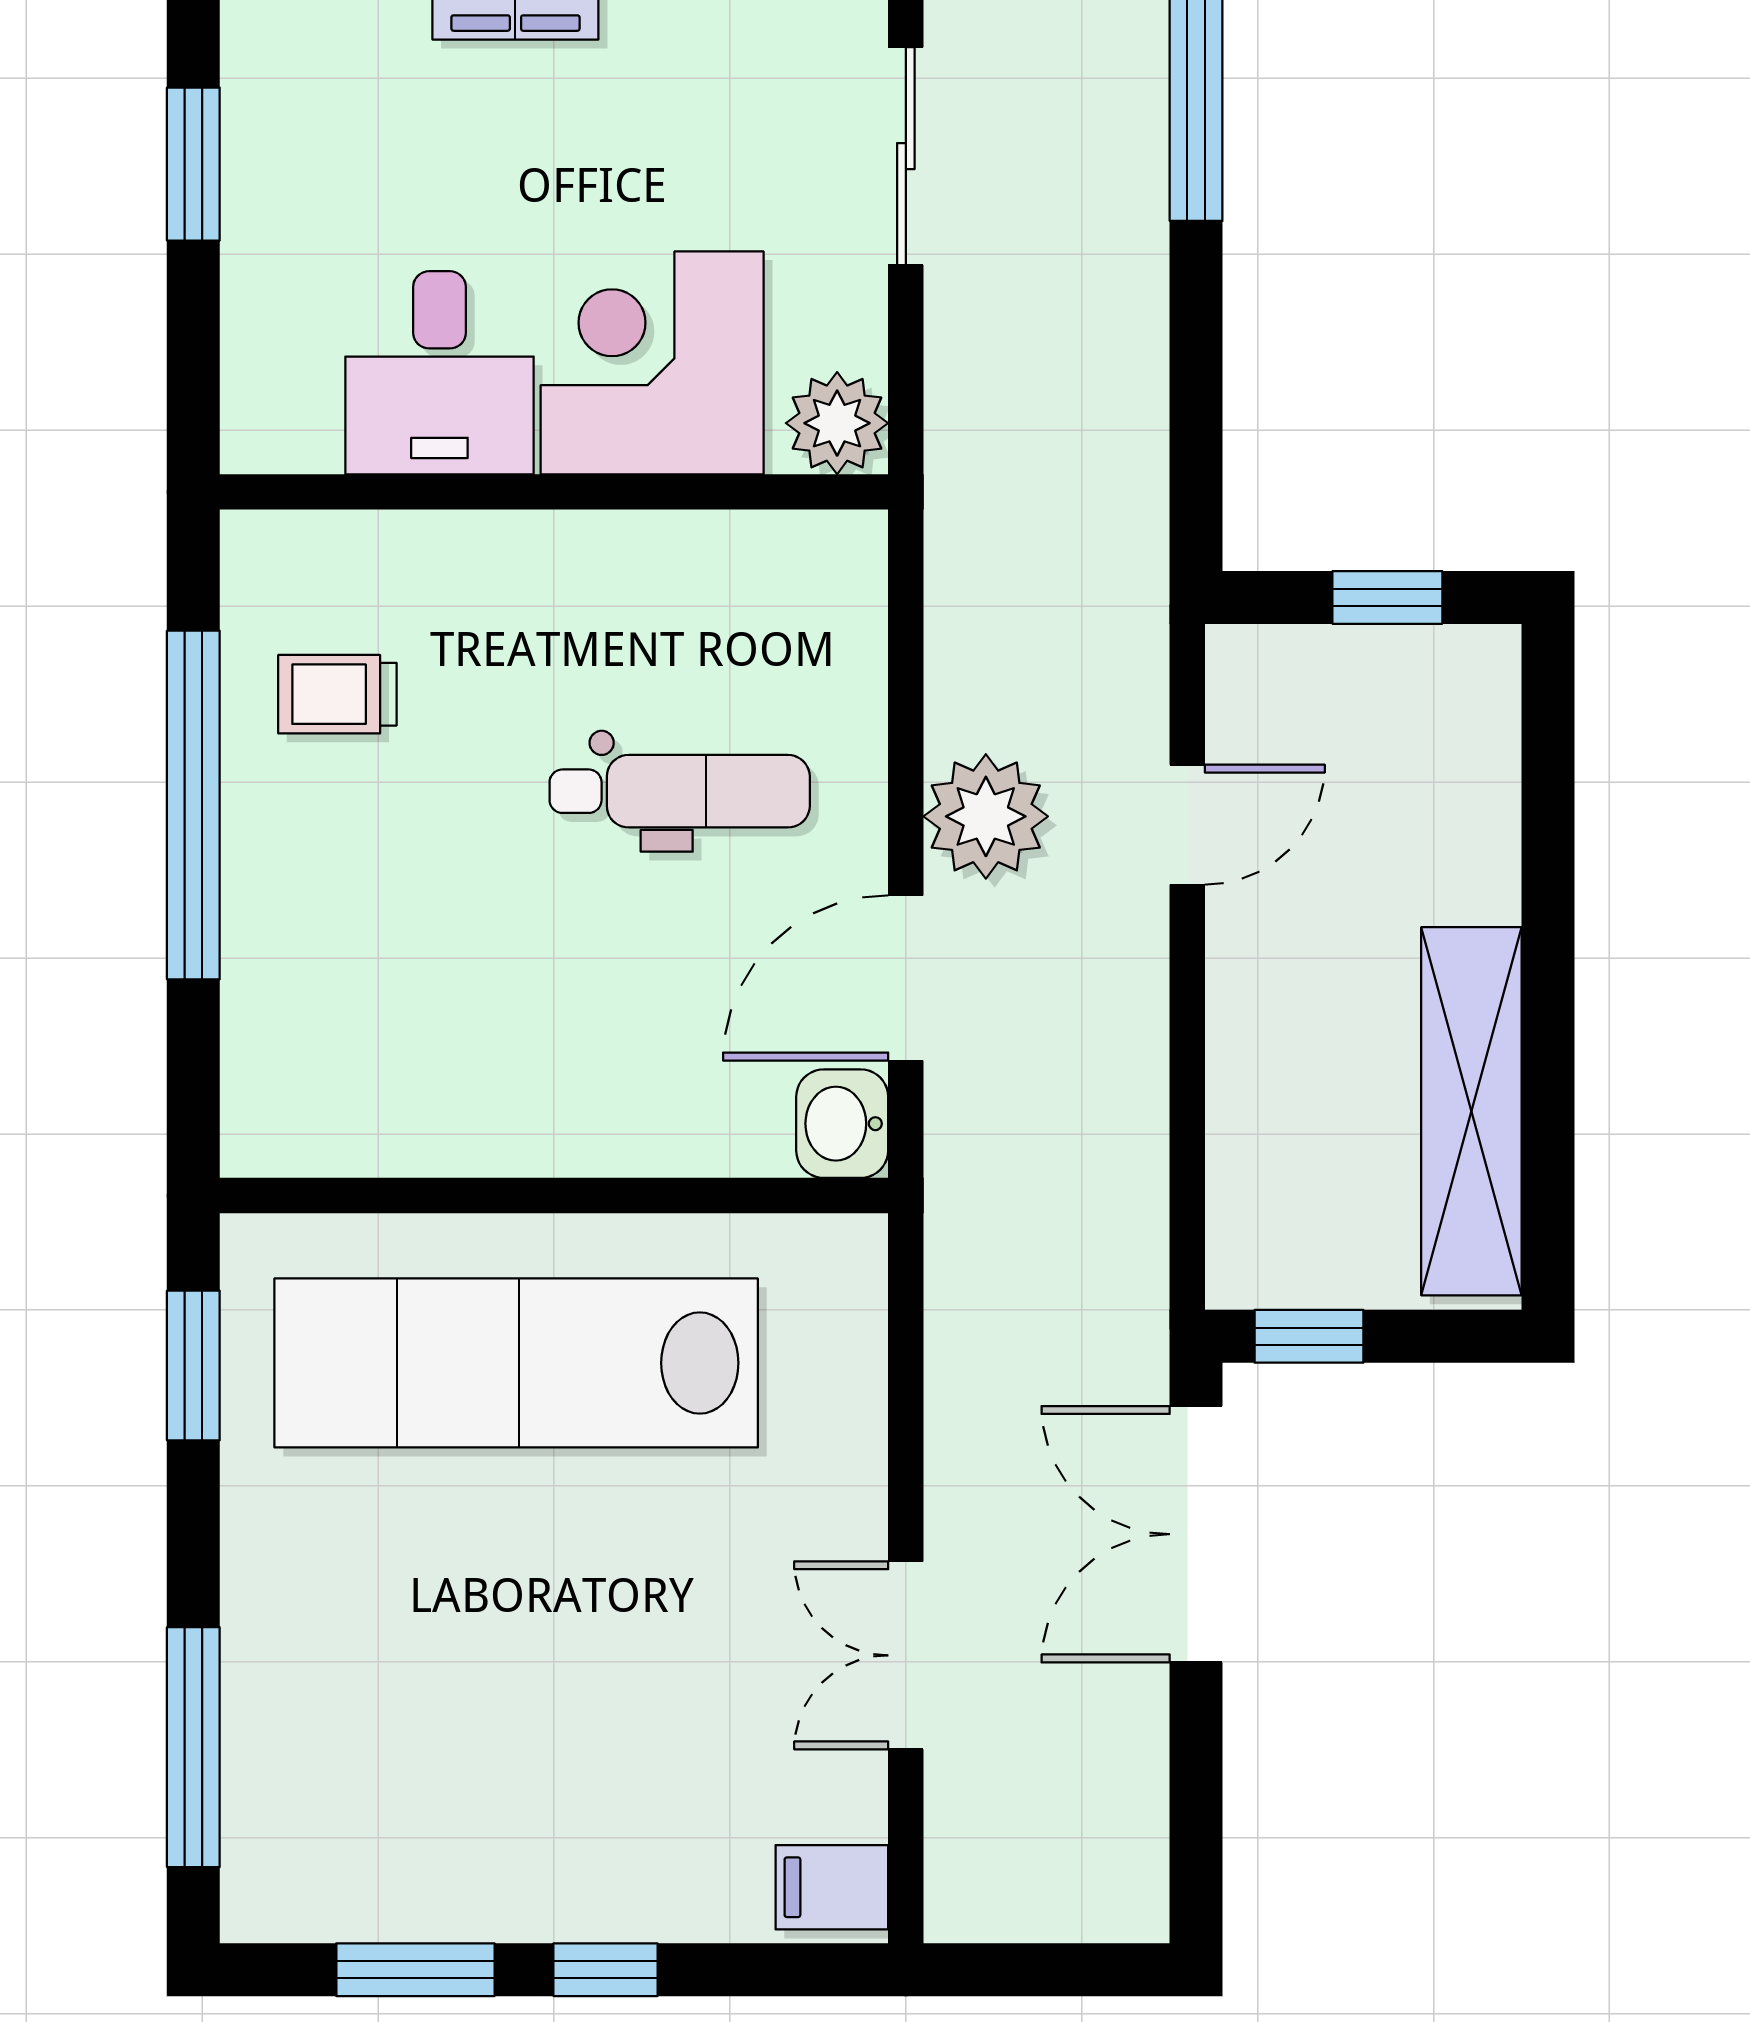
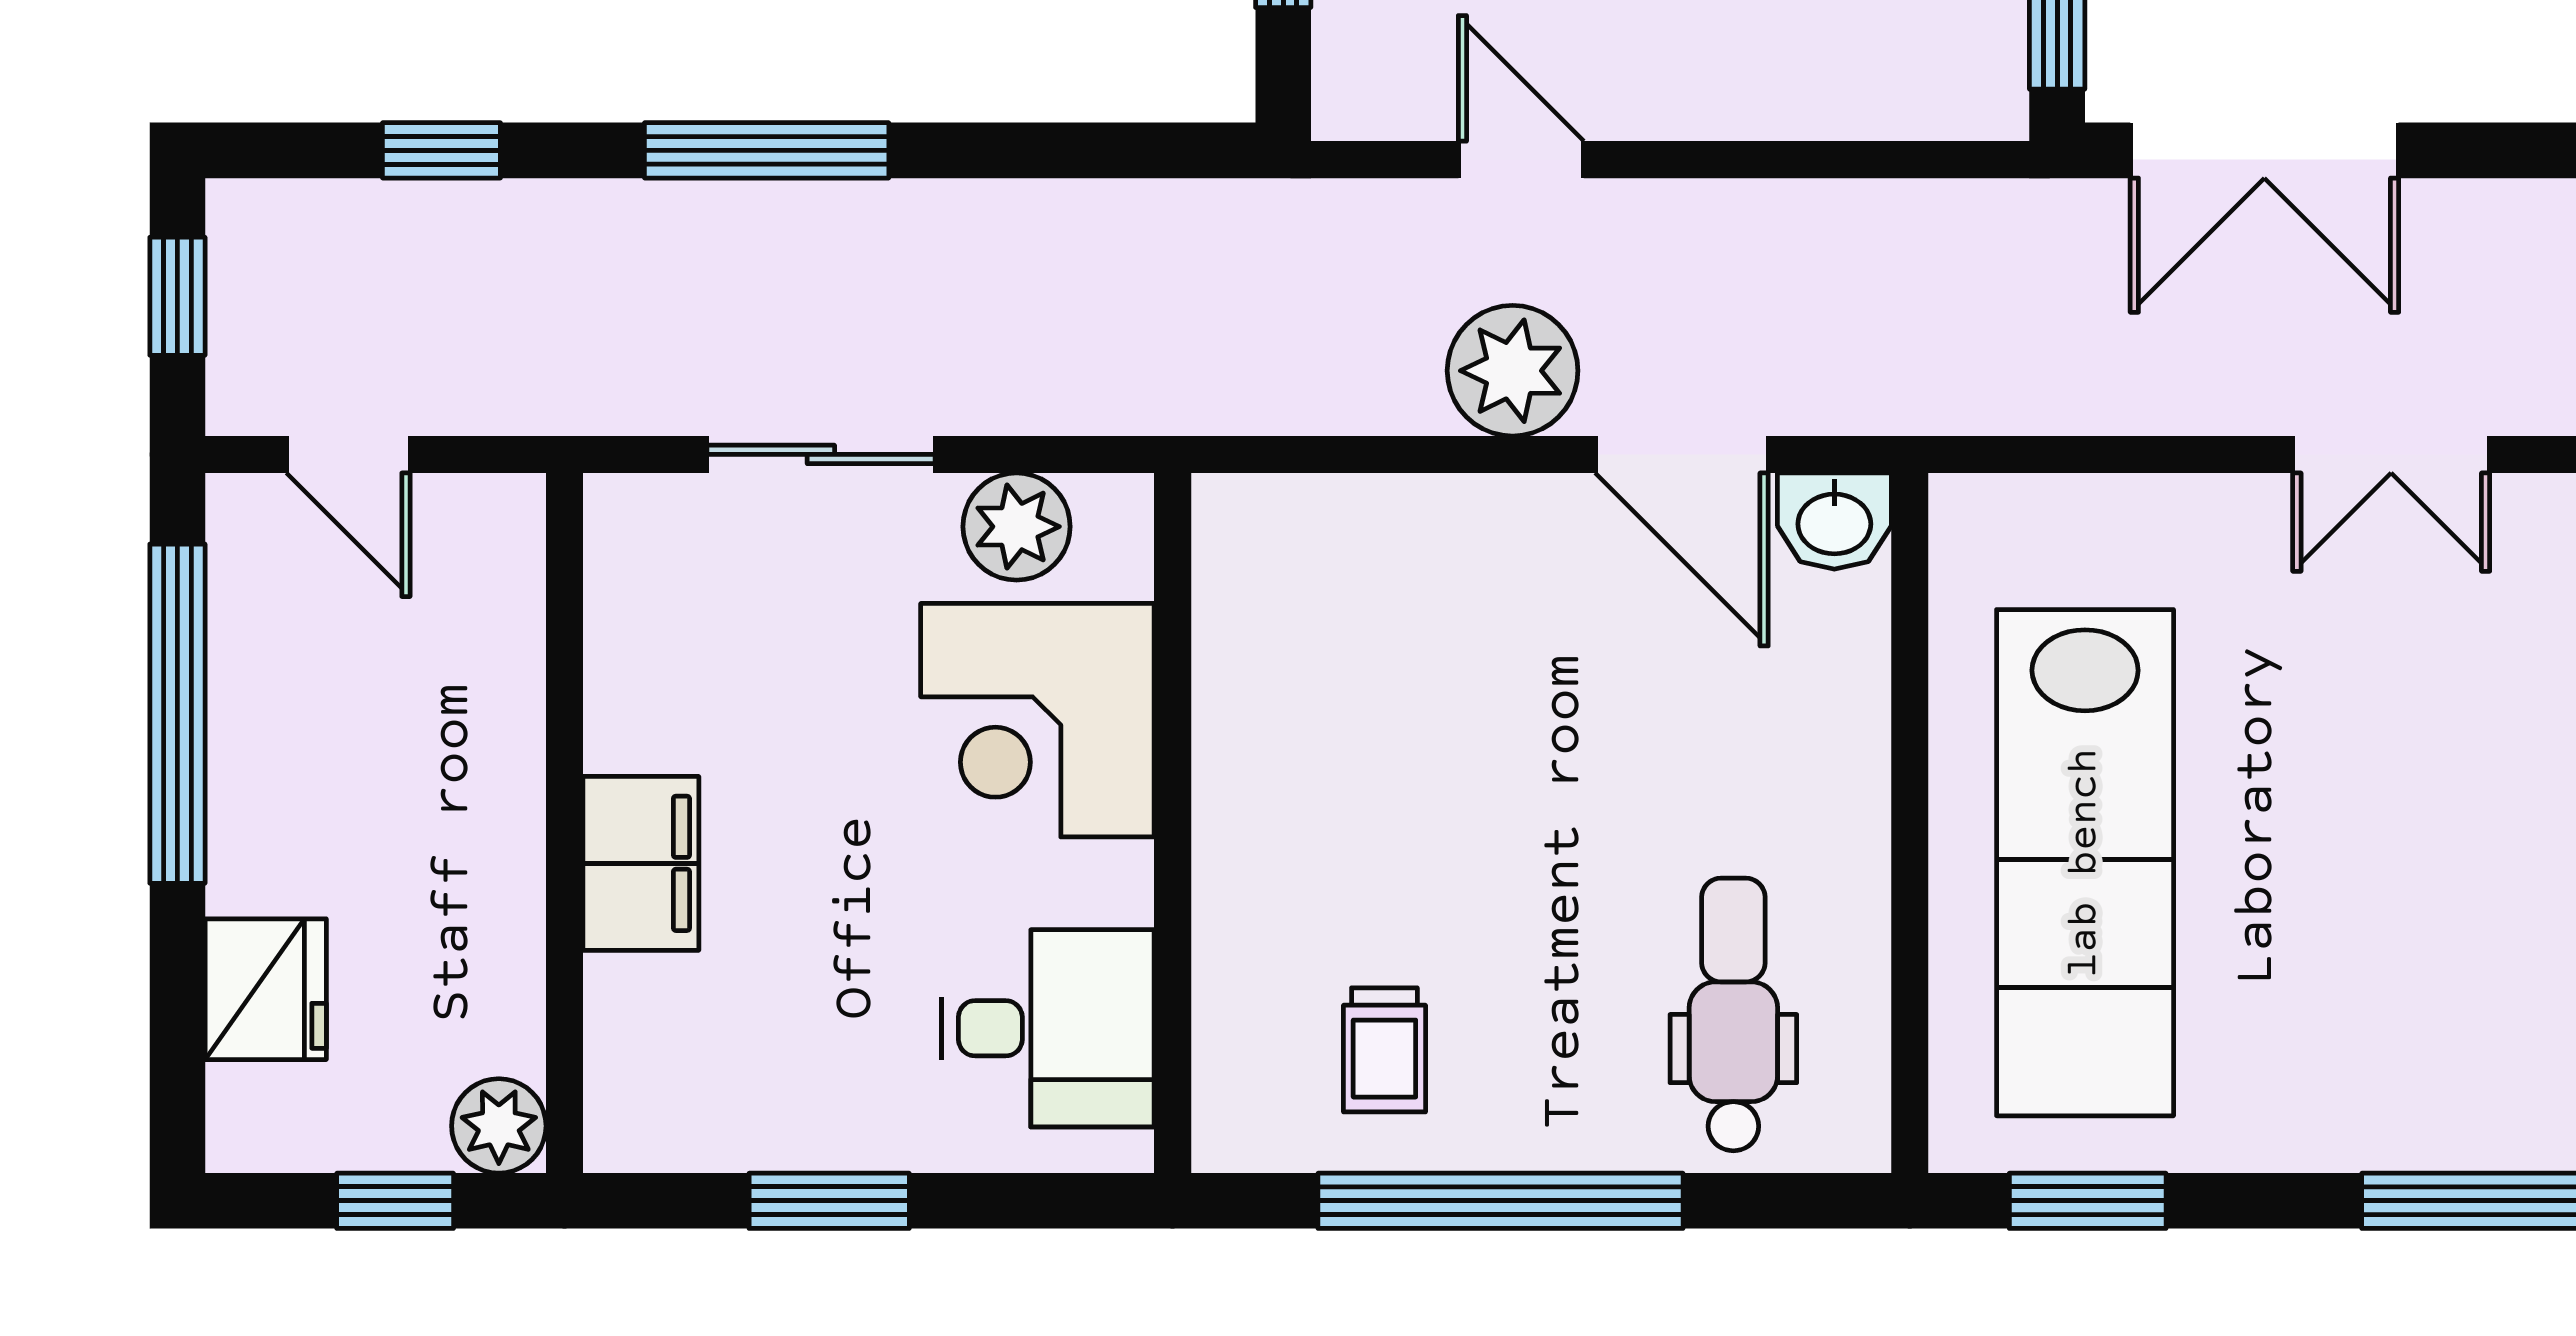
desk: (439, 373) -> (1048, 1028), moved
plant: (837, 423) -> (1017, 527), moved
dental chair: (680, 791) -> (1733, 1014), moved

